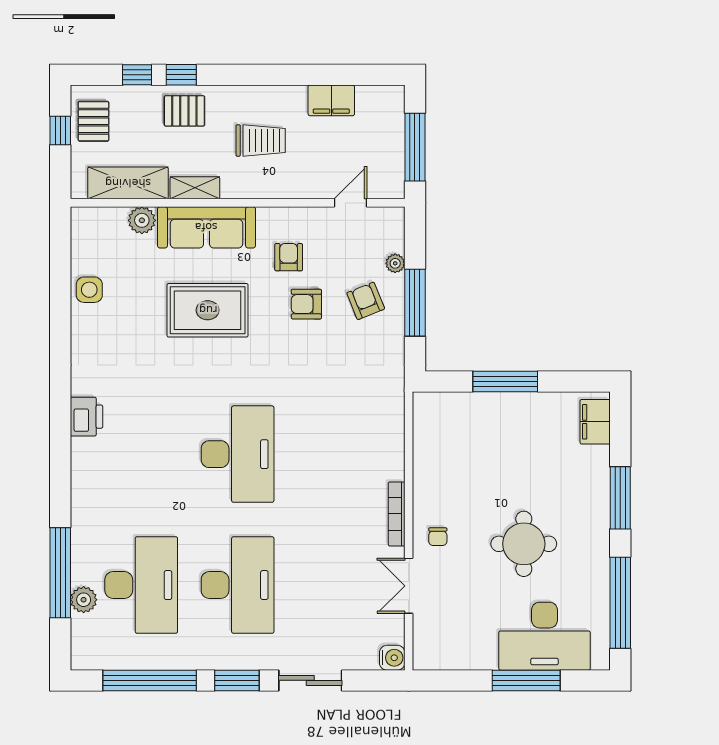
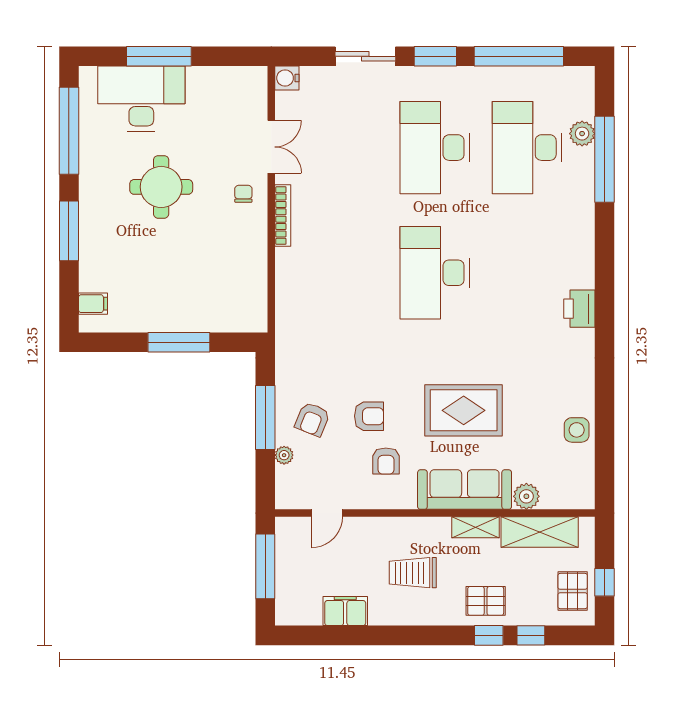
armchair: (366, 301) -> (312, 419), turned 44
filing cabinet: (595, 422) -> (93, 304), width x0.50

